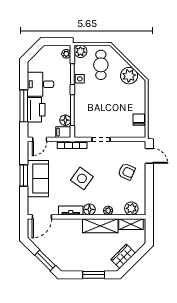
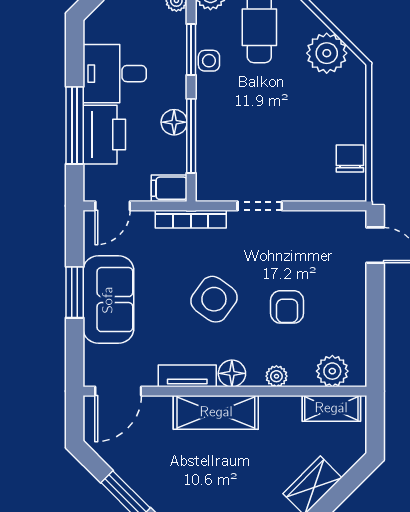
floor lamp: (65, 120) -> (174, 122), moved
armchair: (127, 172) -> (287, 307), moved, turned 66
shelving: (100, 226) -> (216, 412), moved

